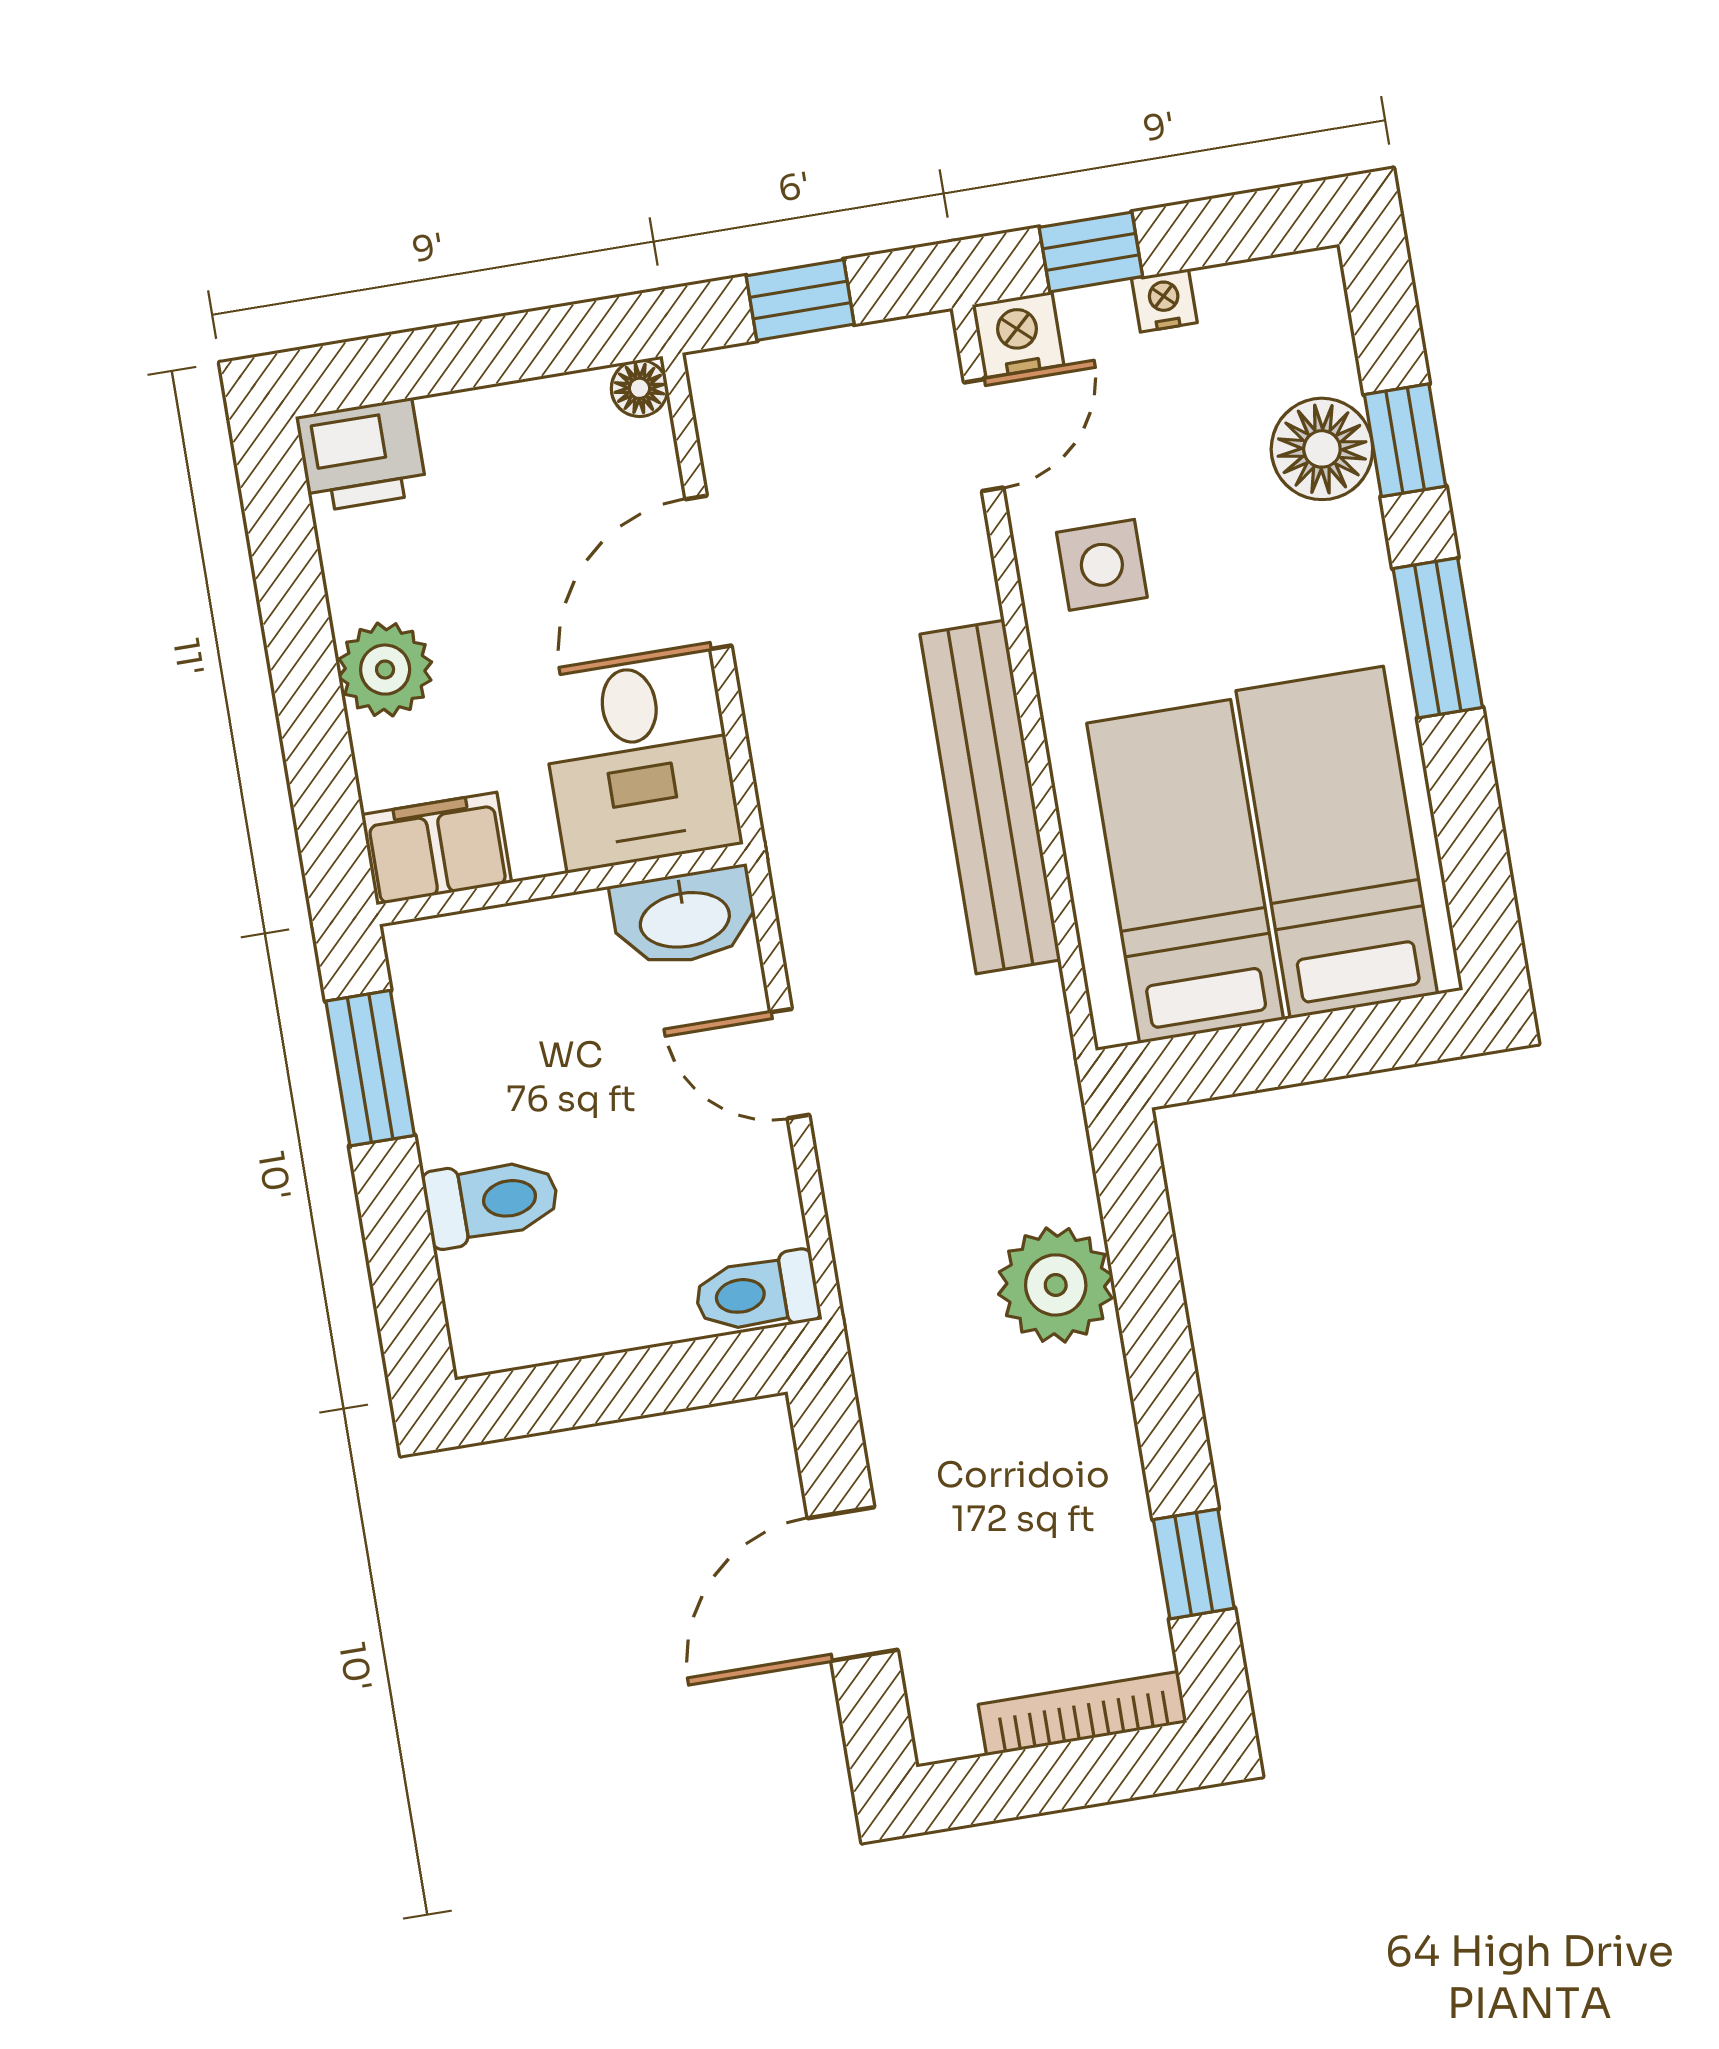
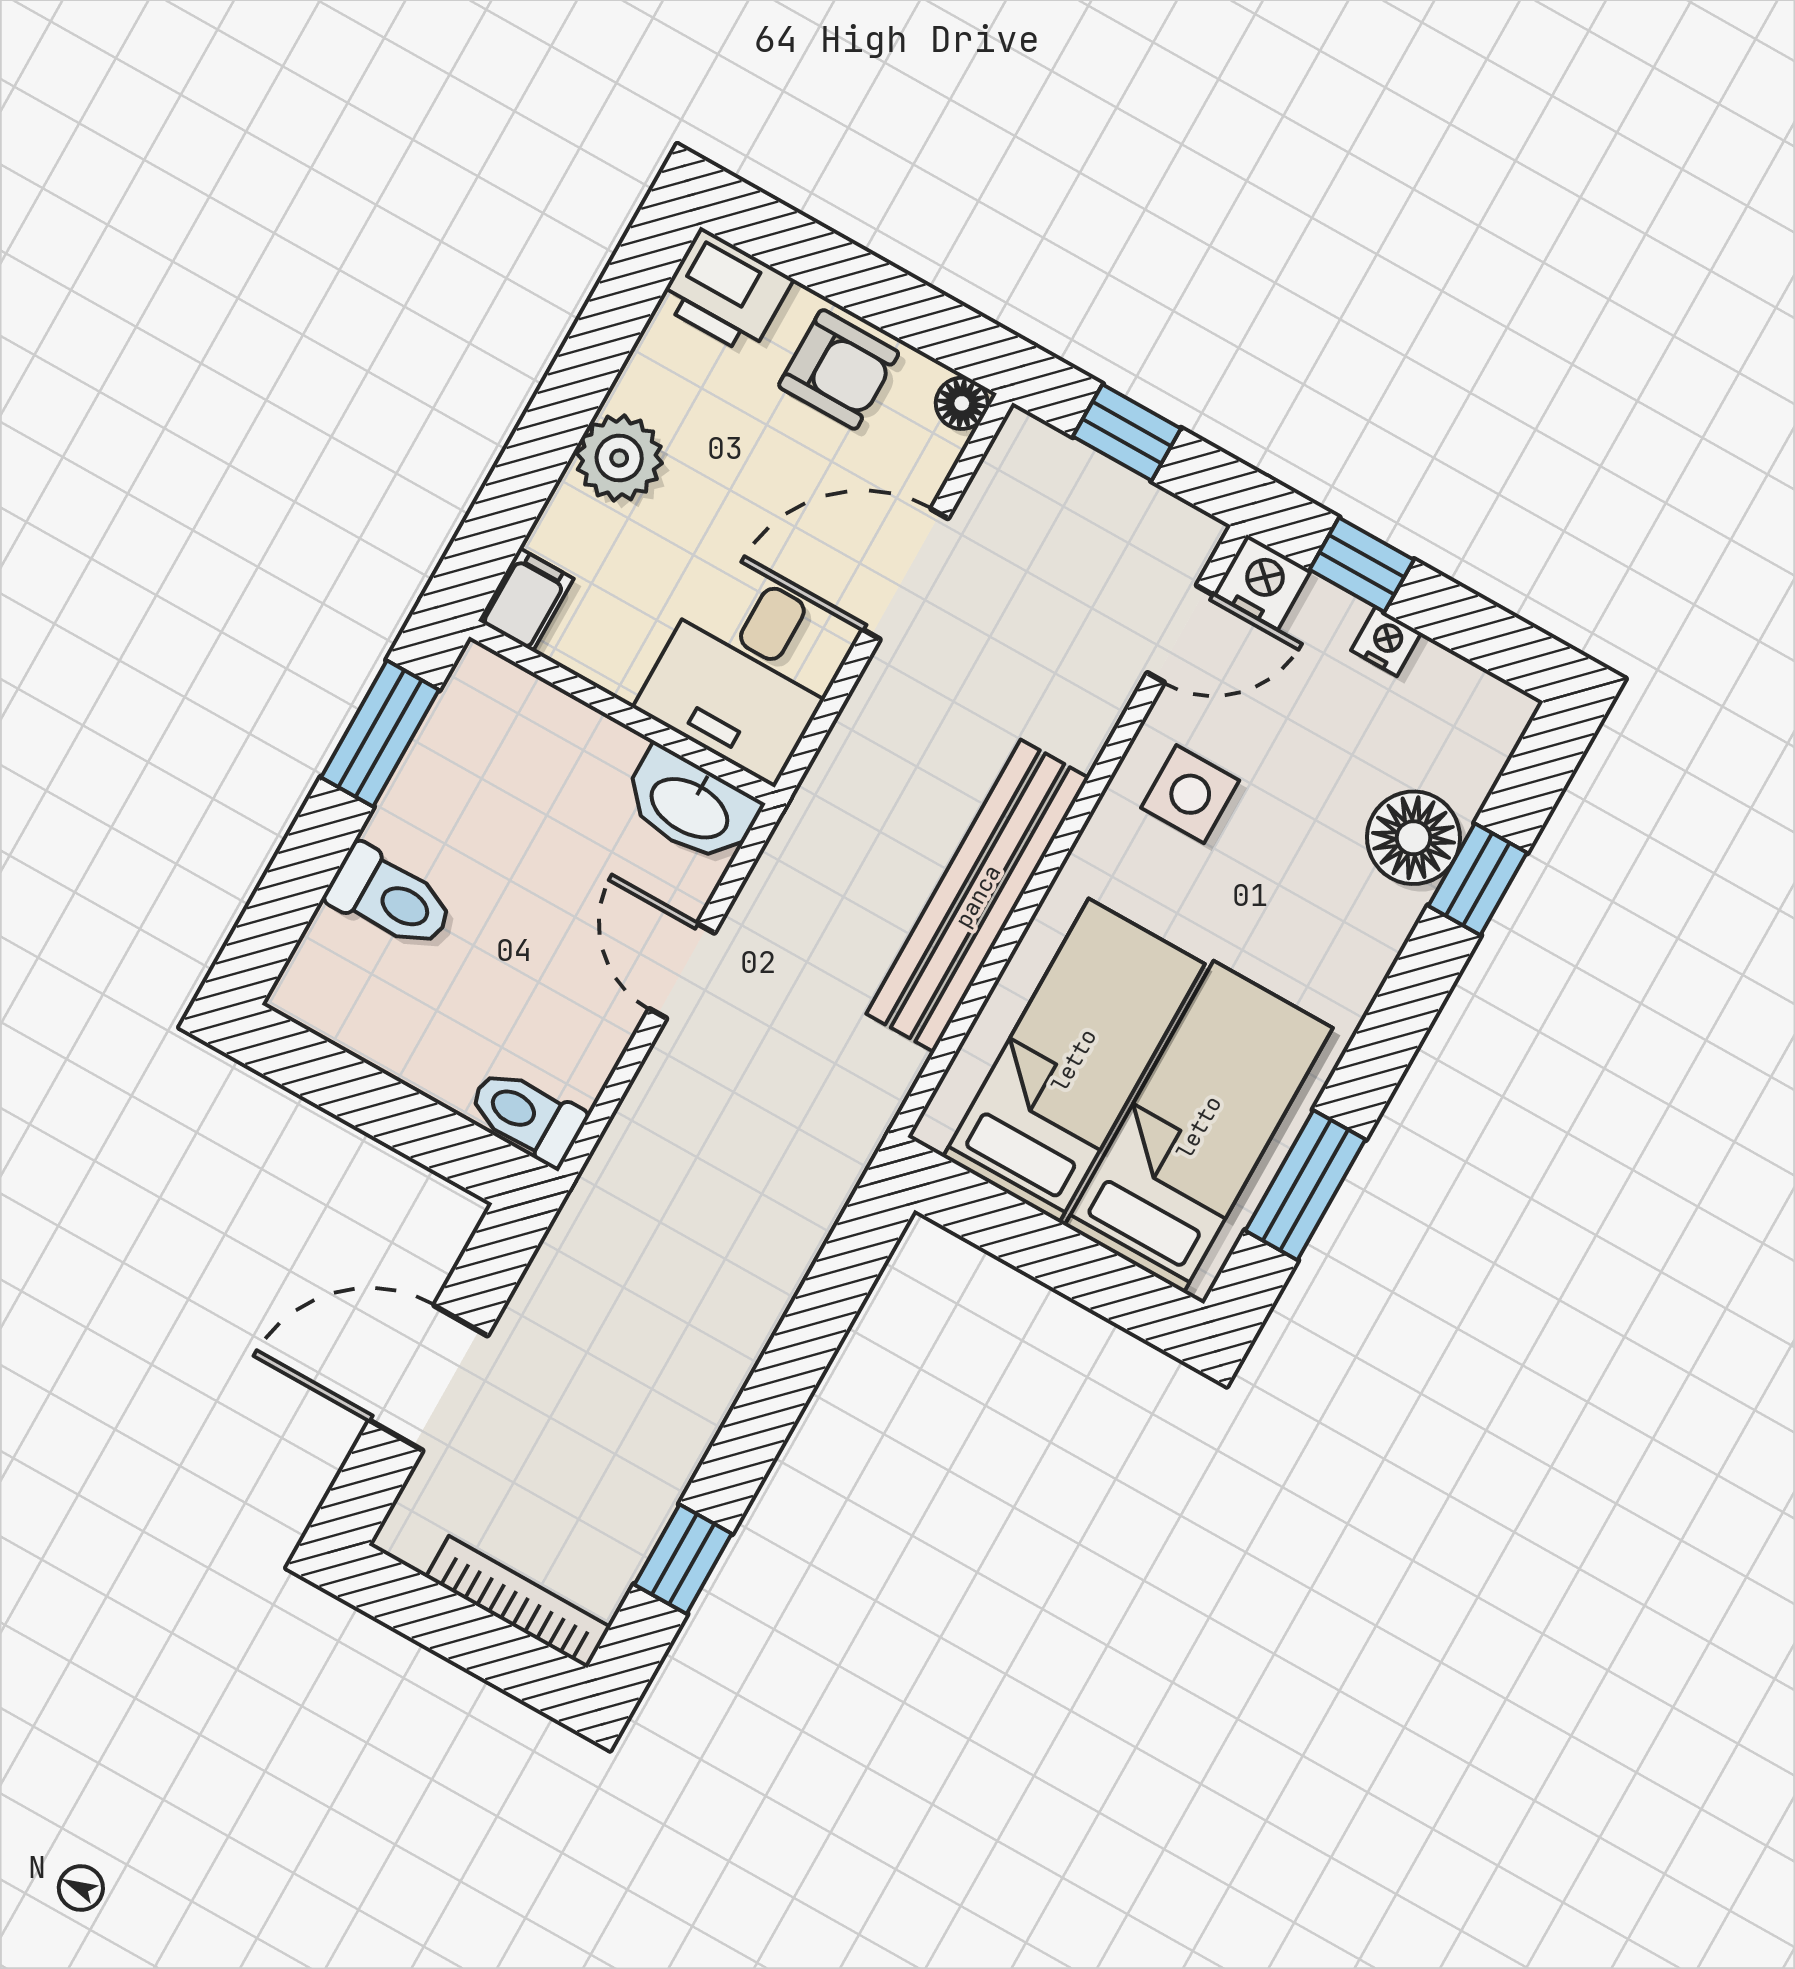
armchair: (511, 444) -> (839, 369), added
window: (1438, 638) -> (1305, 1185), moved
filing cabinet: (436, 849) -> (526, 600), width x0.50
plant: (1056, 1285) -> (745, 1281), removed

